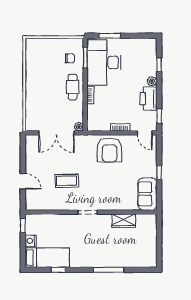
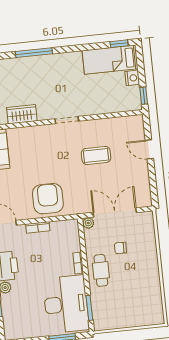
chair: (70, 58) -> (120, 248), moved
window: (58, 270) -> (119, 44), moved

